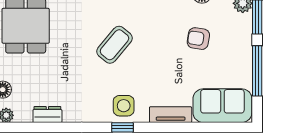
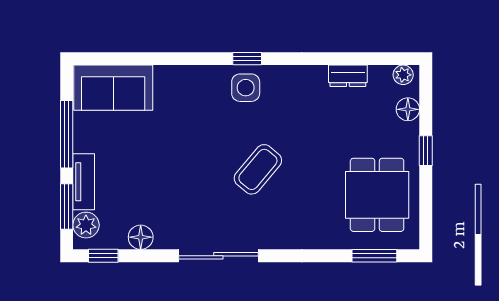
armchair: (198, 39) -> (145, 178), removed
tv unit: (171, 115) -> (84, 182), moved, turned -90

